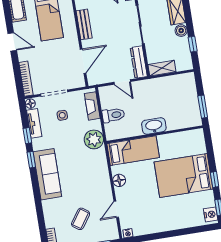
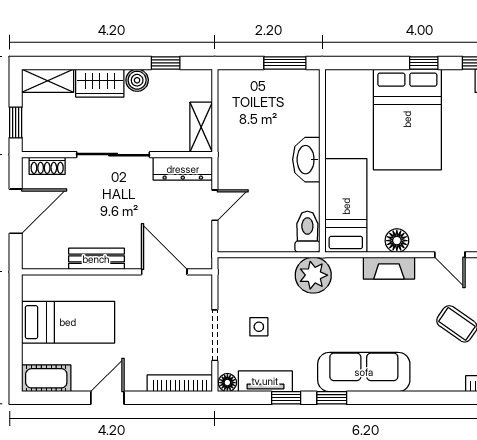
fireplace: (92, 106) -> (389, 268), moved
toilet: (113, 115) -> (307, 232), moved

